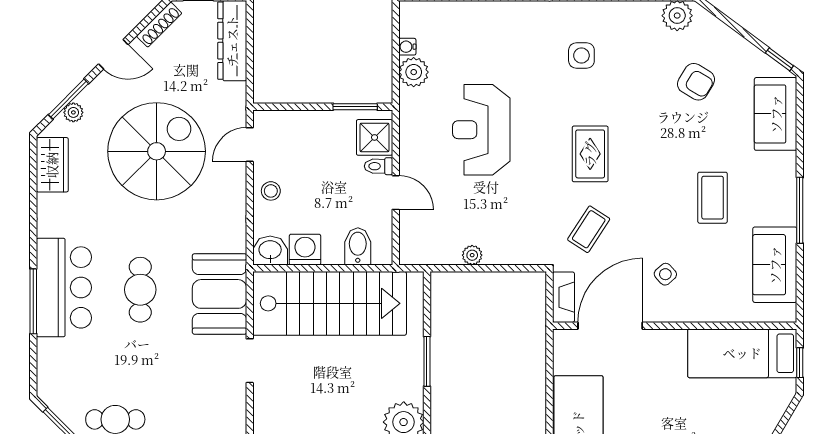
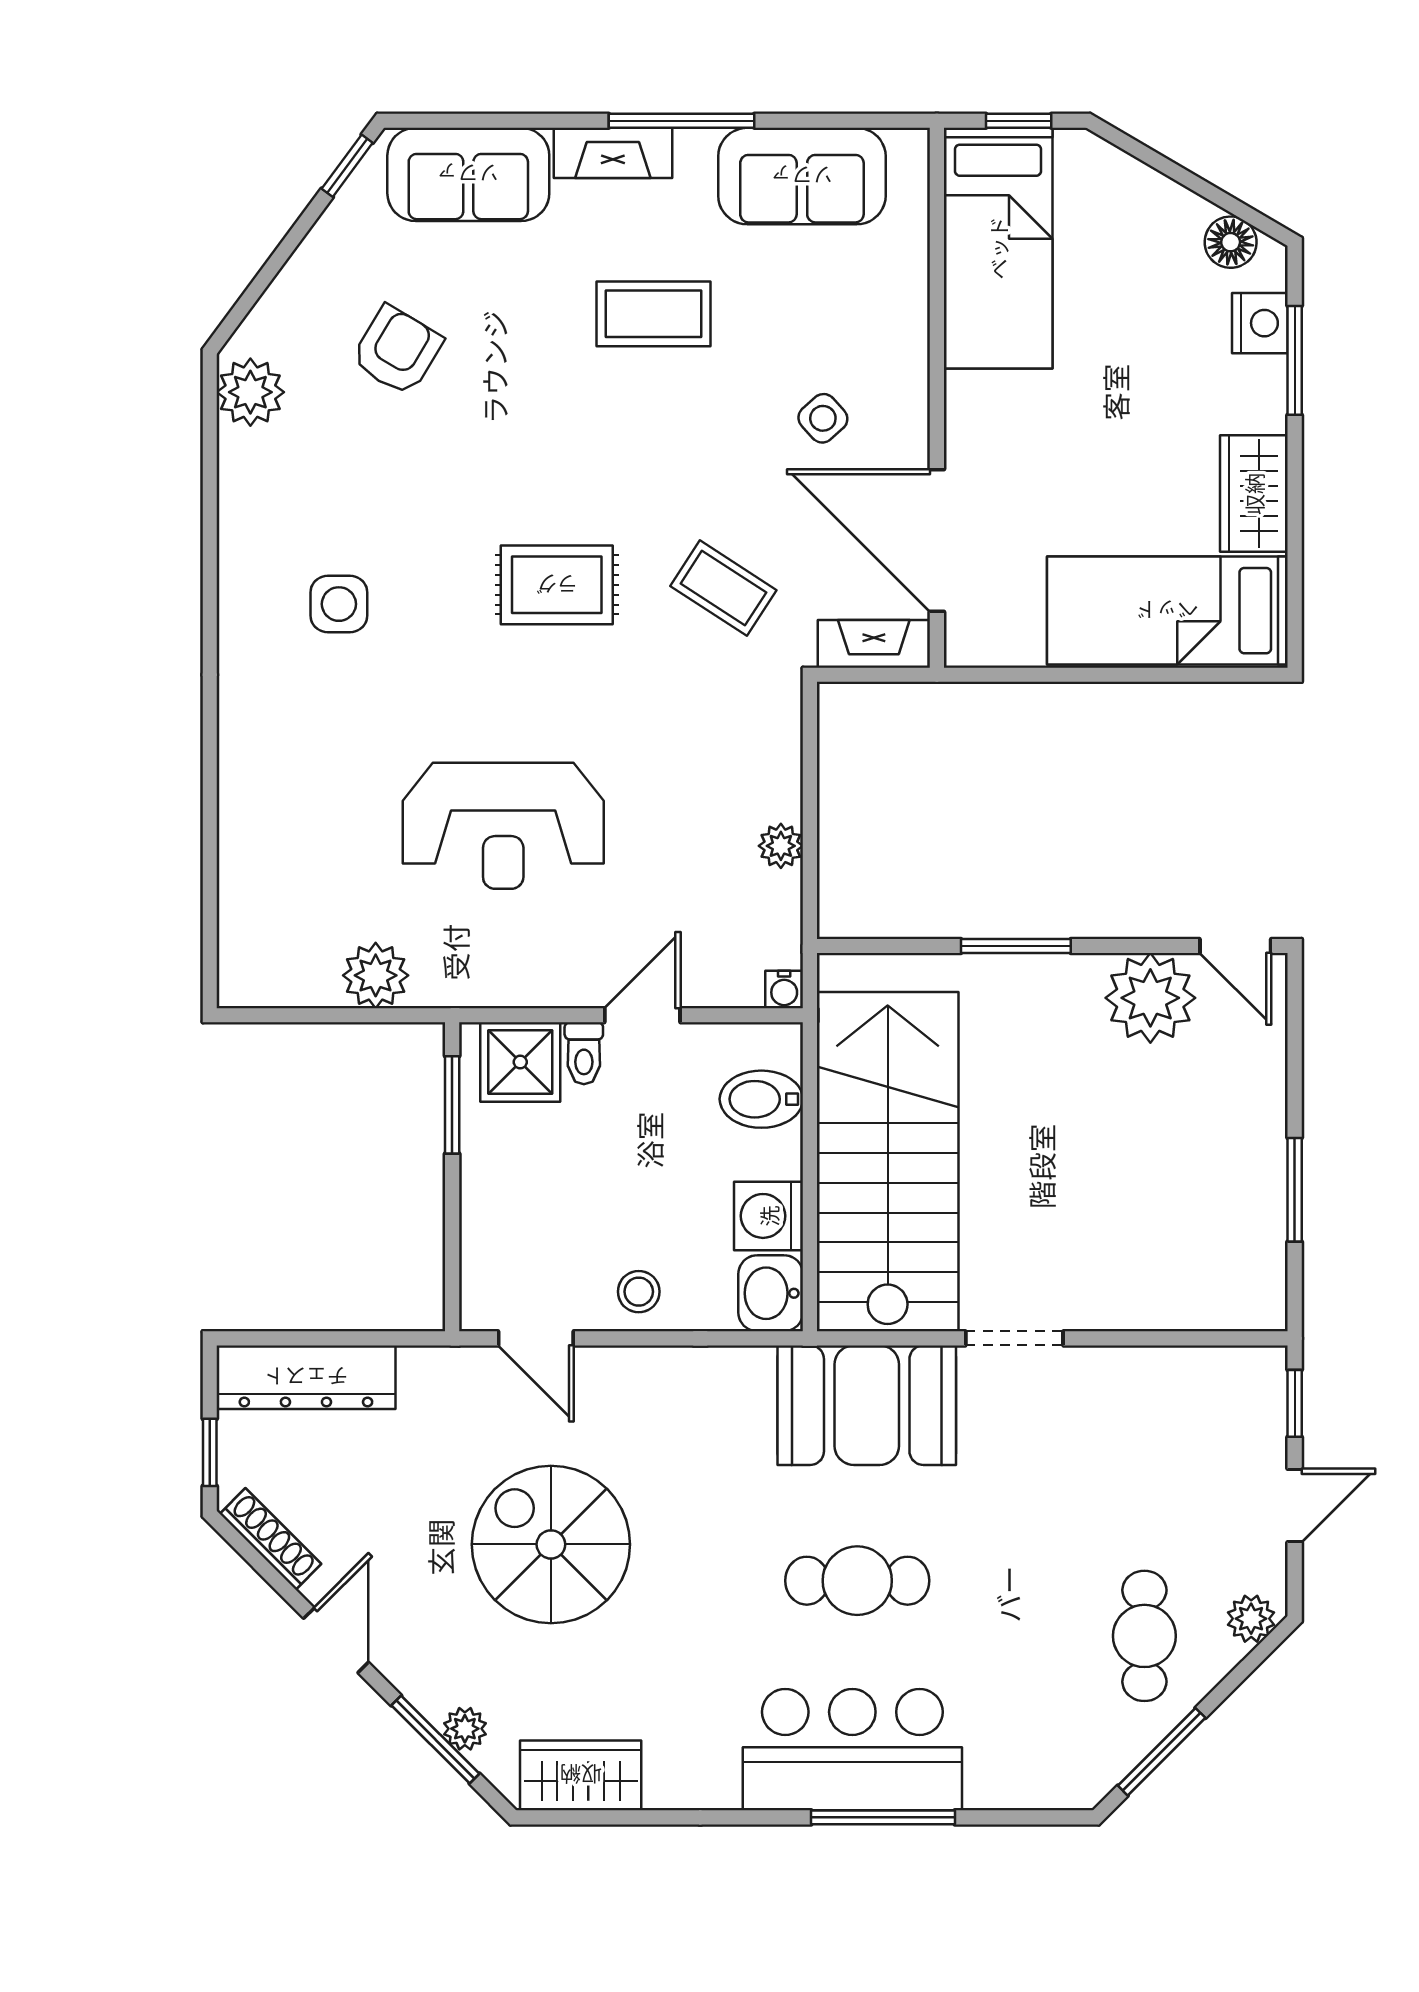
water cooler: (407, 47) -> (784, 989), moved
spiral stairs: (157, 151) -> (551, 1544), width x0.73, depth x0.73
fireplace: (785, 179) -> (613, 153), added

